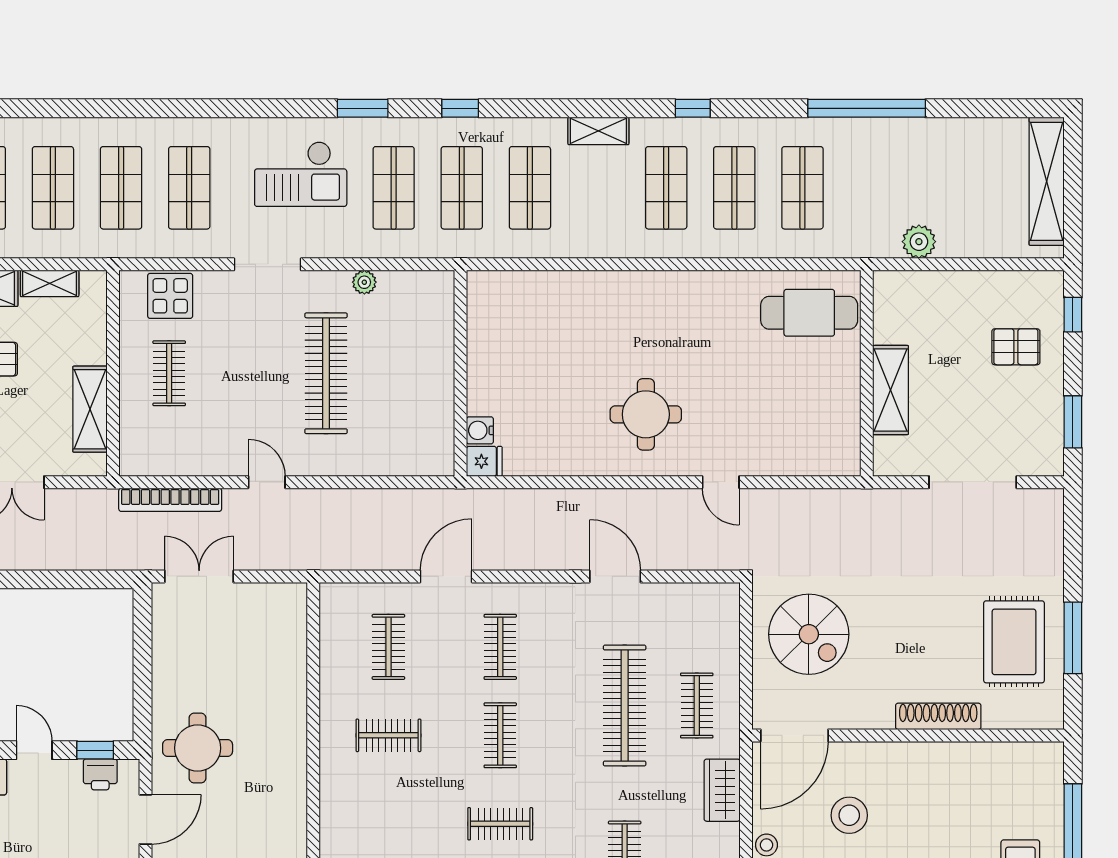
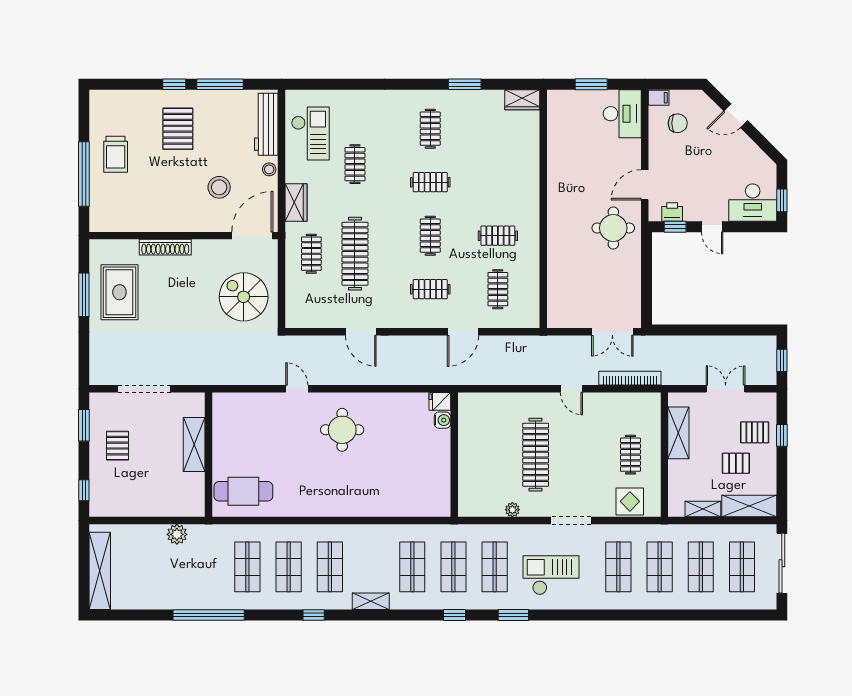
pallet: (1016, 347) -> (117, 446), moved, turned 90
clothes rail: (500, 647) -> (430, 289), turned 90

